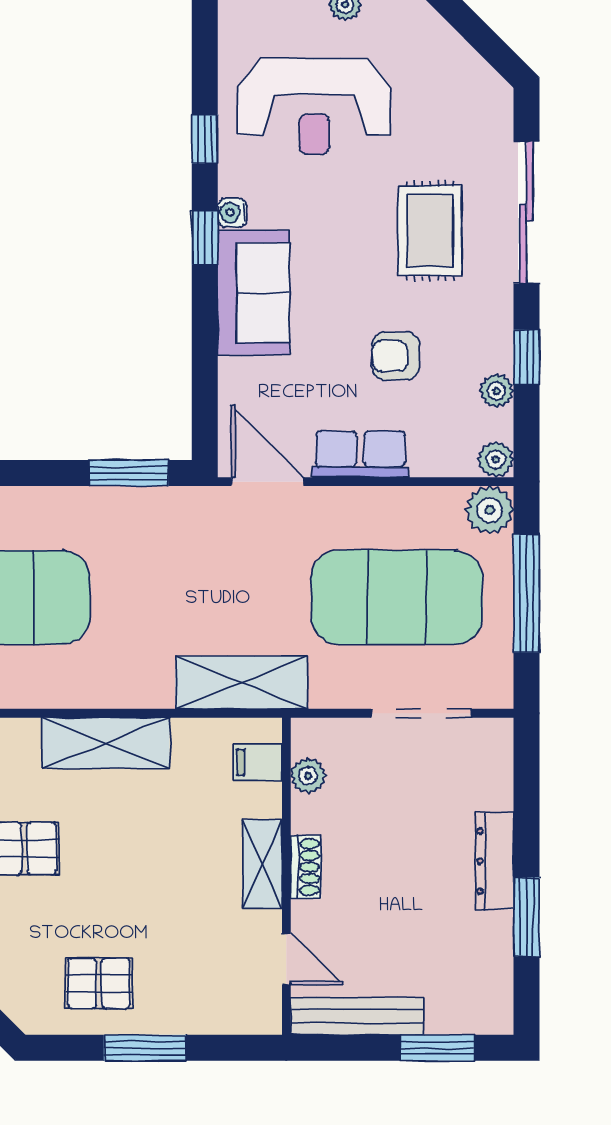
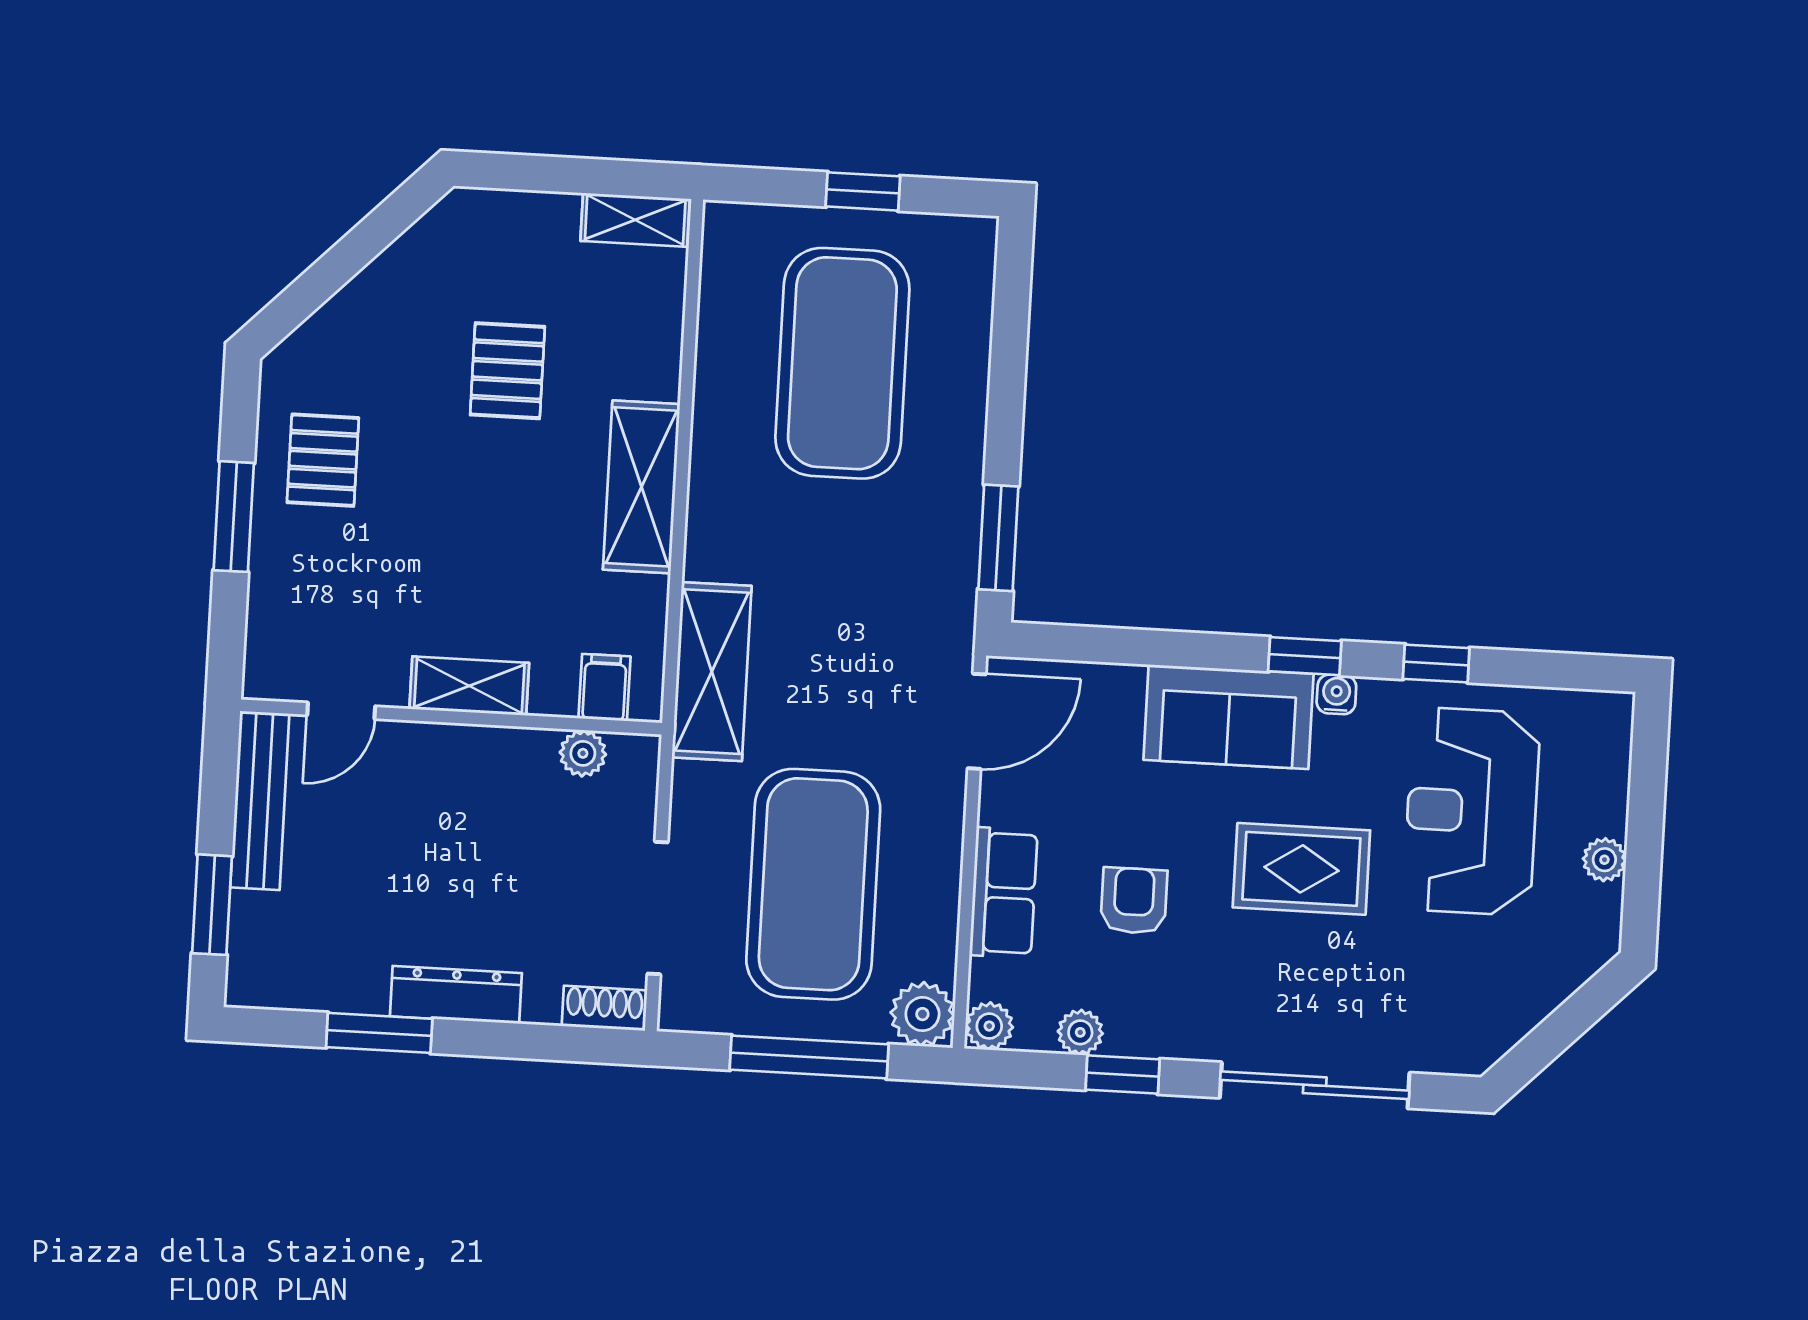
rug: (430, 231) -> (1301, 869), moved
row of seats: (360, 454) -> (1004, 893), moved
shoe rack: (306, 867) -> (604, 1008), moved, turned 180

